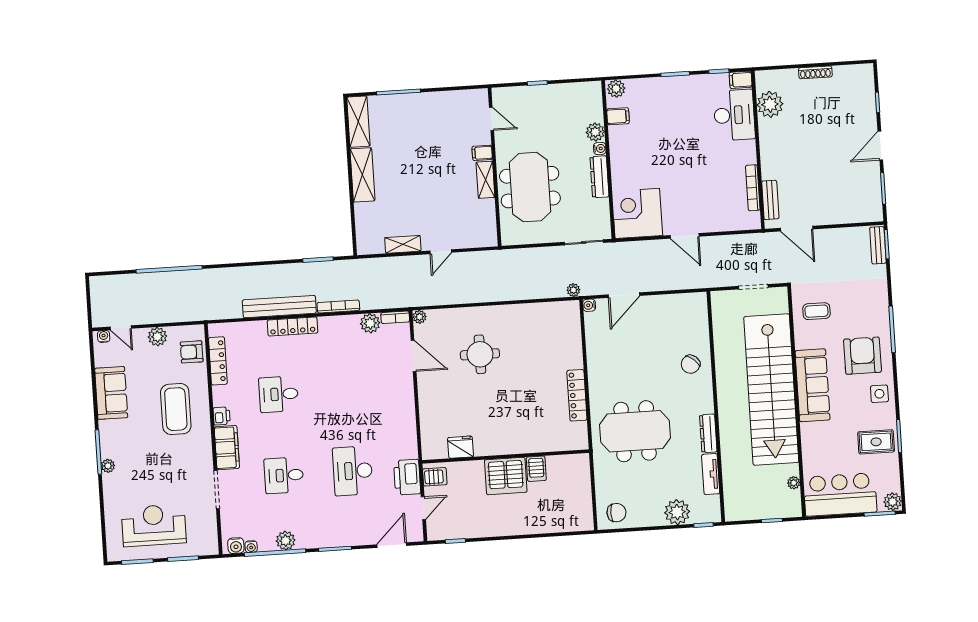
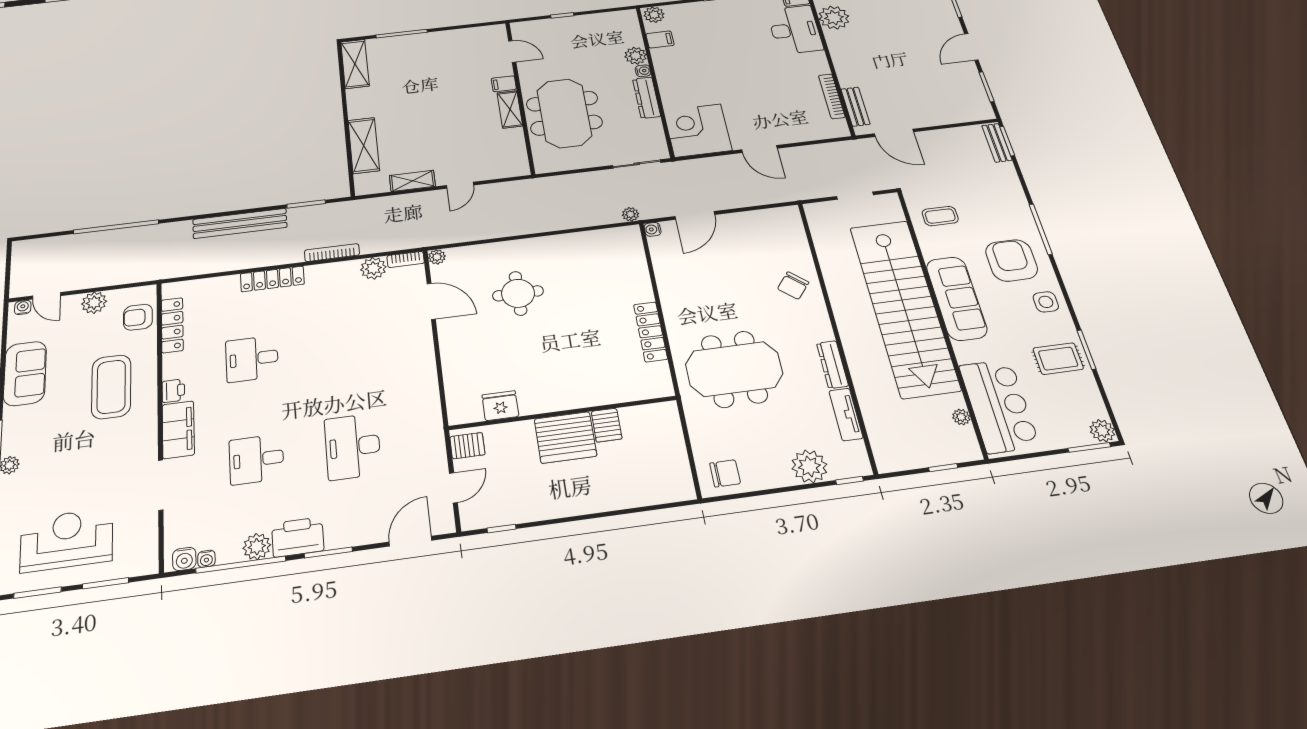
shelving: (362, 175) -> (364, 145), moved
bench: (279, 307) -> (240, 223), moved
printer: (407, 477) -> (298, 537), moved, turned 90
bar counter: (840, 495) -> (999, 406), moved, turned 90

